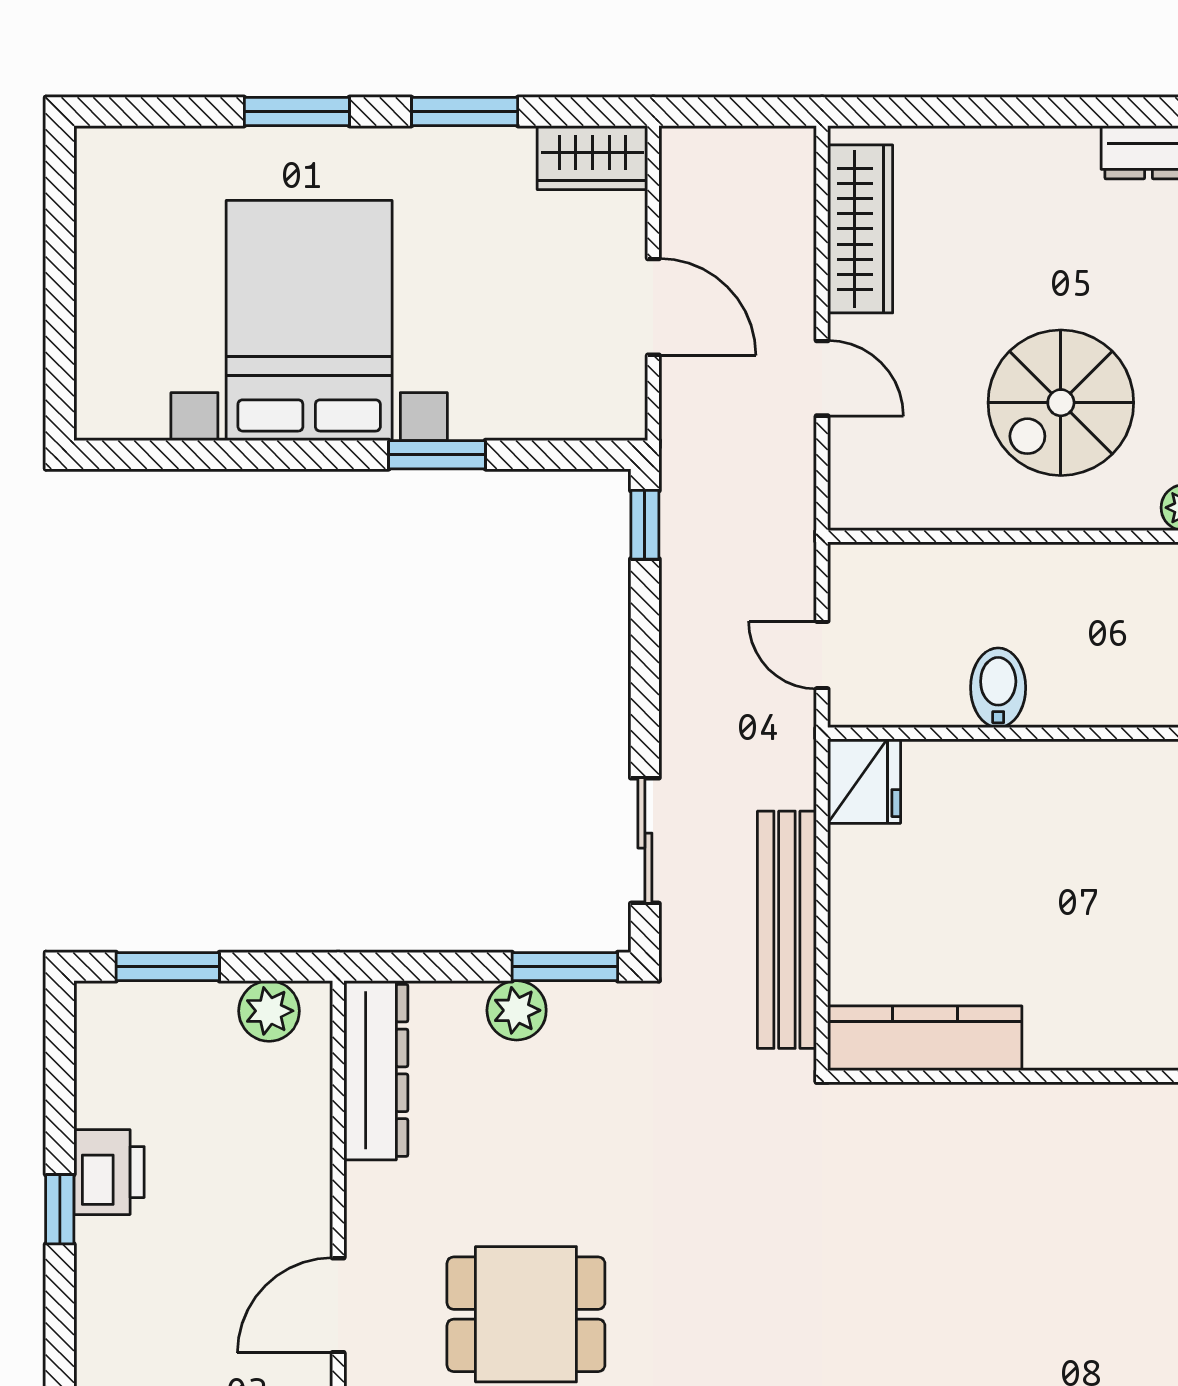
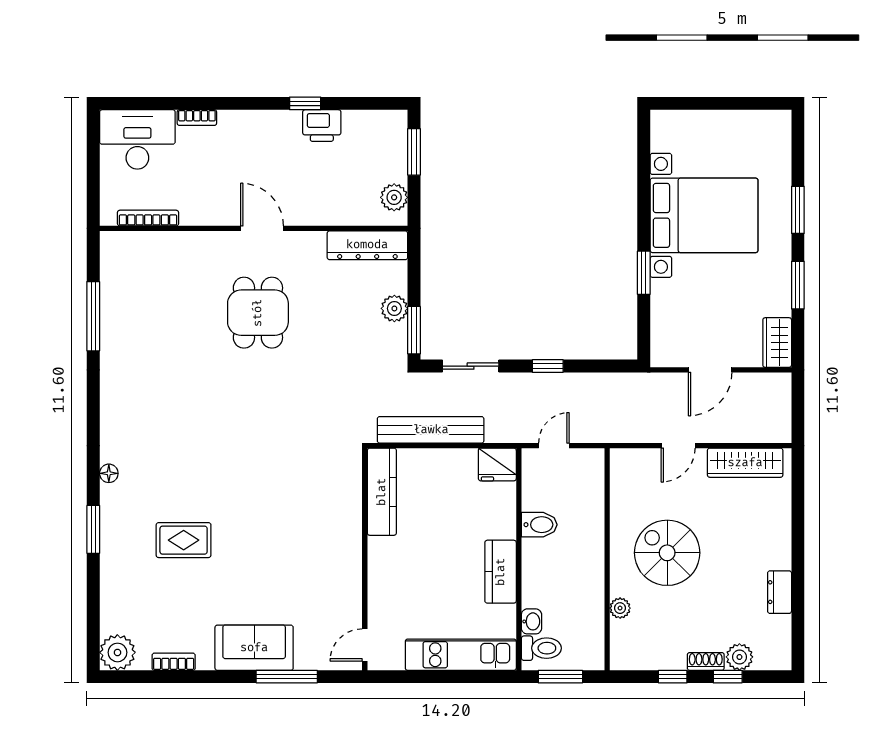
window: (645, 525) -> (548, 366), moved
kitchen counter: (1103, 774) -> (501, 572), added

